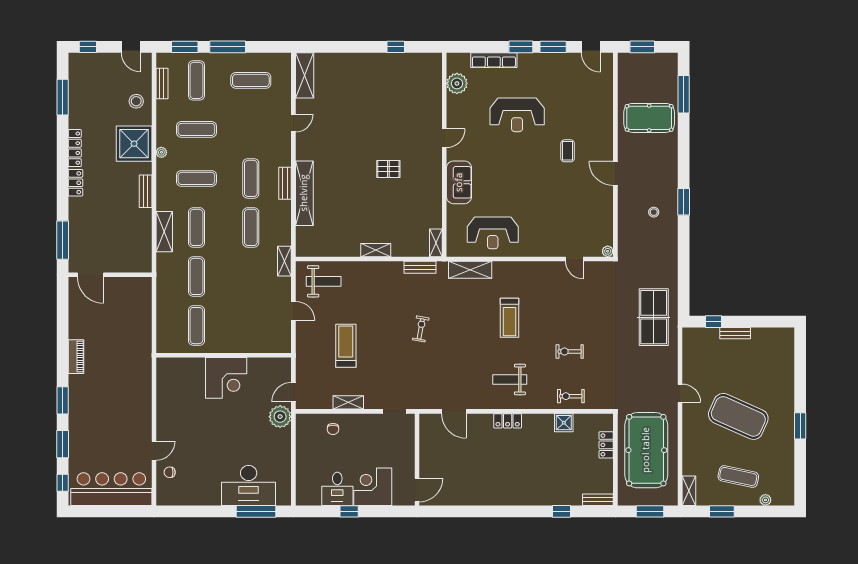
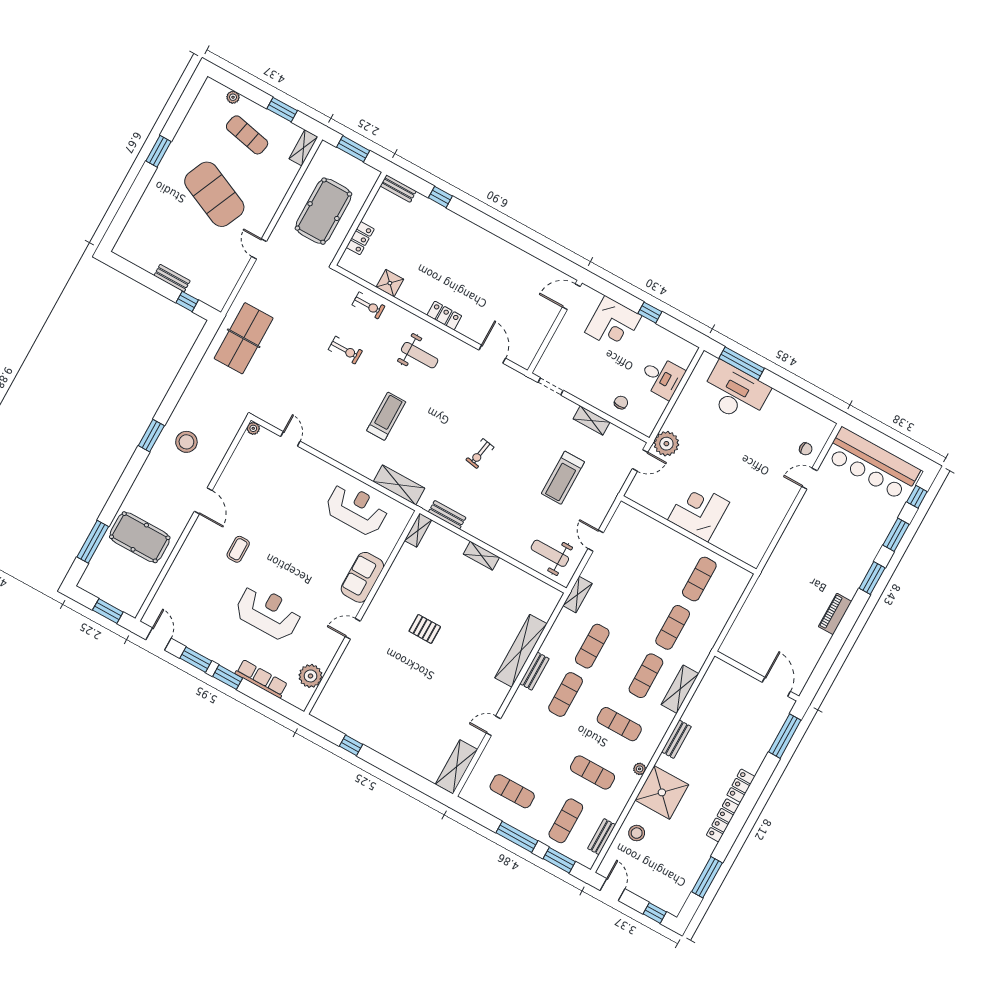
stool: (654, 212) -> (186, 442), width x1.89, depth x1.89
pool table: (646, 450) -> (323, 211), width x0.73, depth x0.76
desk: (337, 489) -> (662, 377), moved, turned 90

